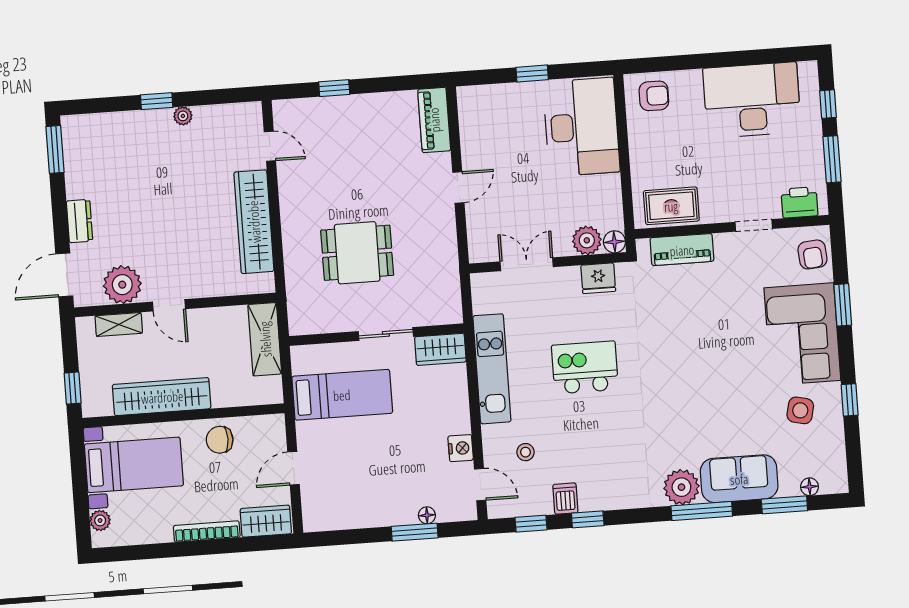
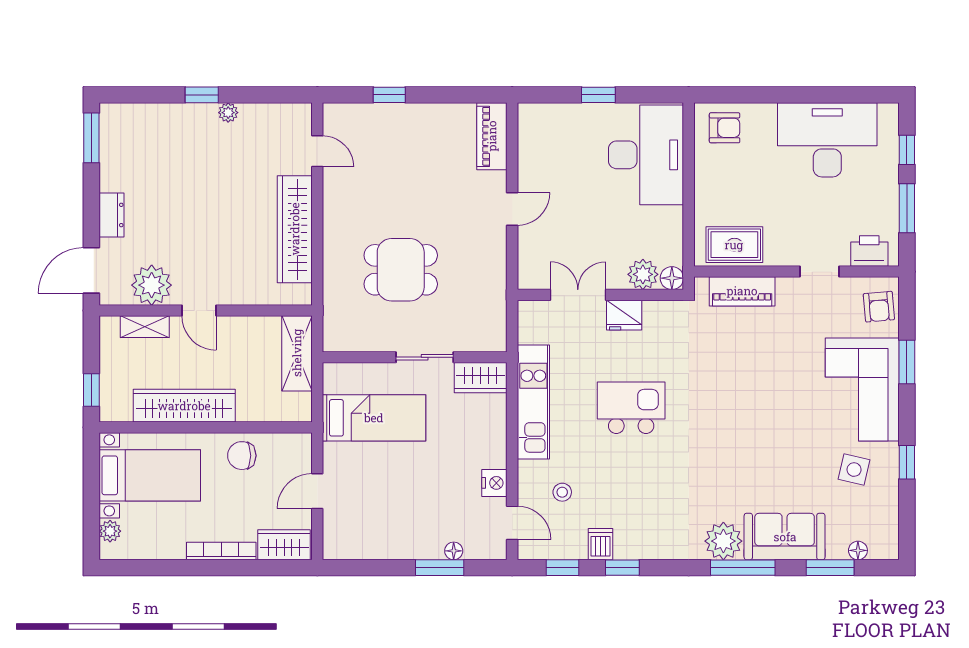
fridge: (598, 278) -> (624, 315), moved

